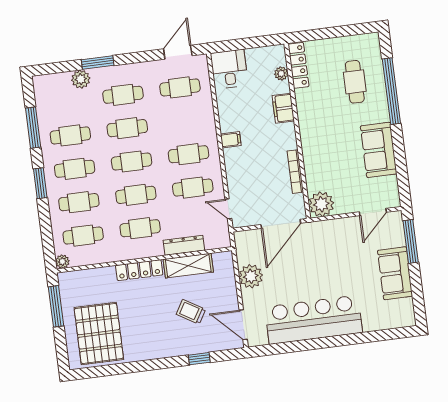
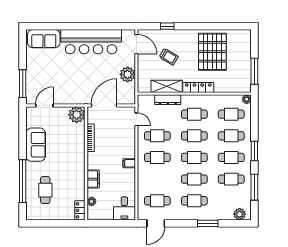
locker: (298, 65) -> (80, 210), width x0.66
plant: (81, 79) -> (240, 214), moved
sofa: (395, 273) -> (44, 39), moved, turned 90
pallet: (99, 333) -> (212, 52), moved

